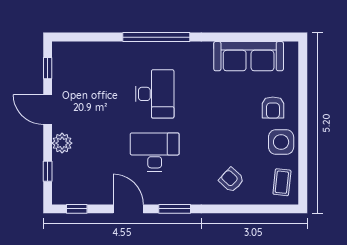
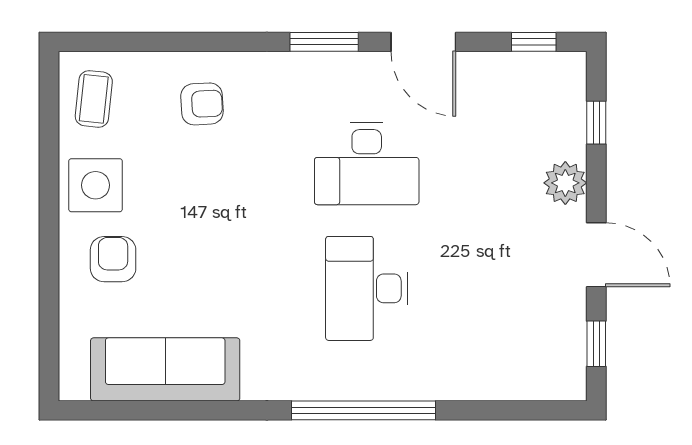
armchair: (231, 180) -> (202, 104), turned -46

